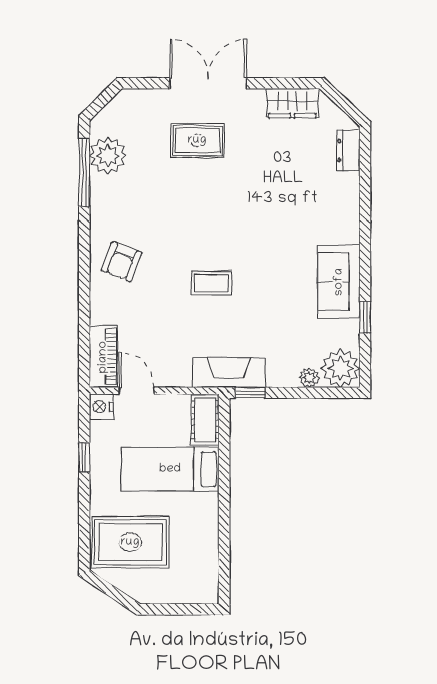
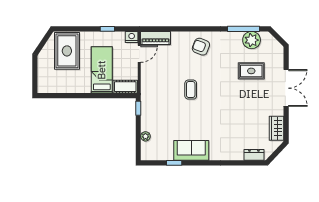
rug: (197, 140) -> (251, 71), moved, turned 90
plant: (341, 368) -> (150, 151), removed
fireplace: (229, 372) -> (148, 98), removed

